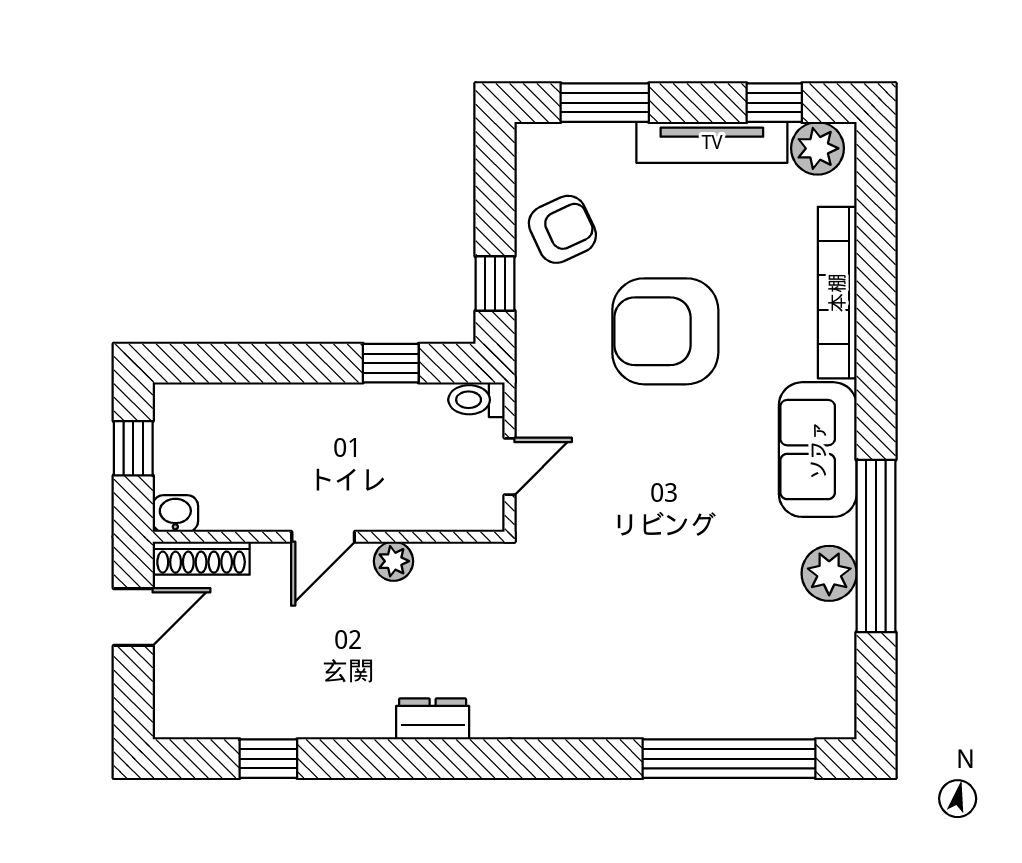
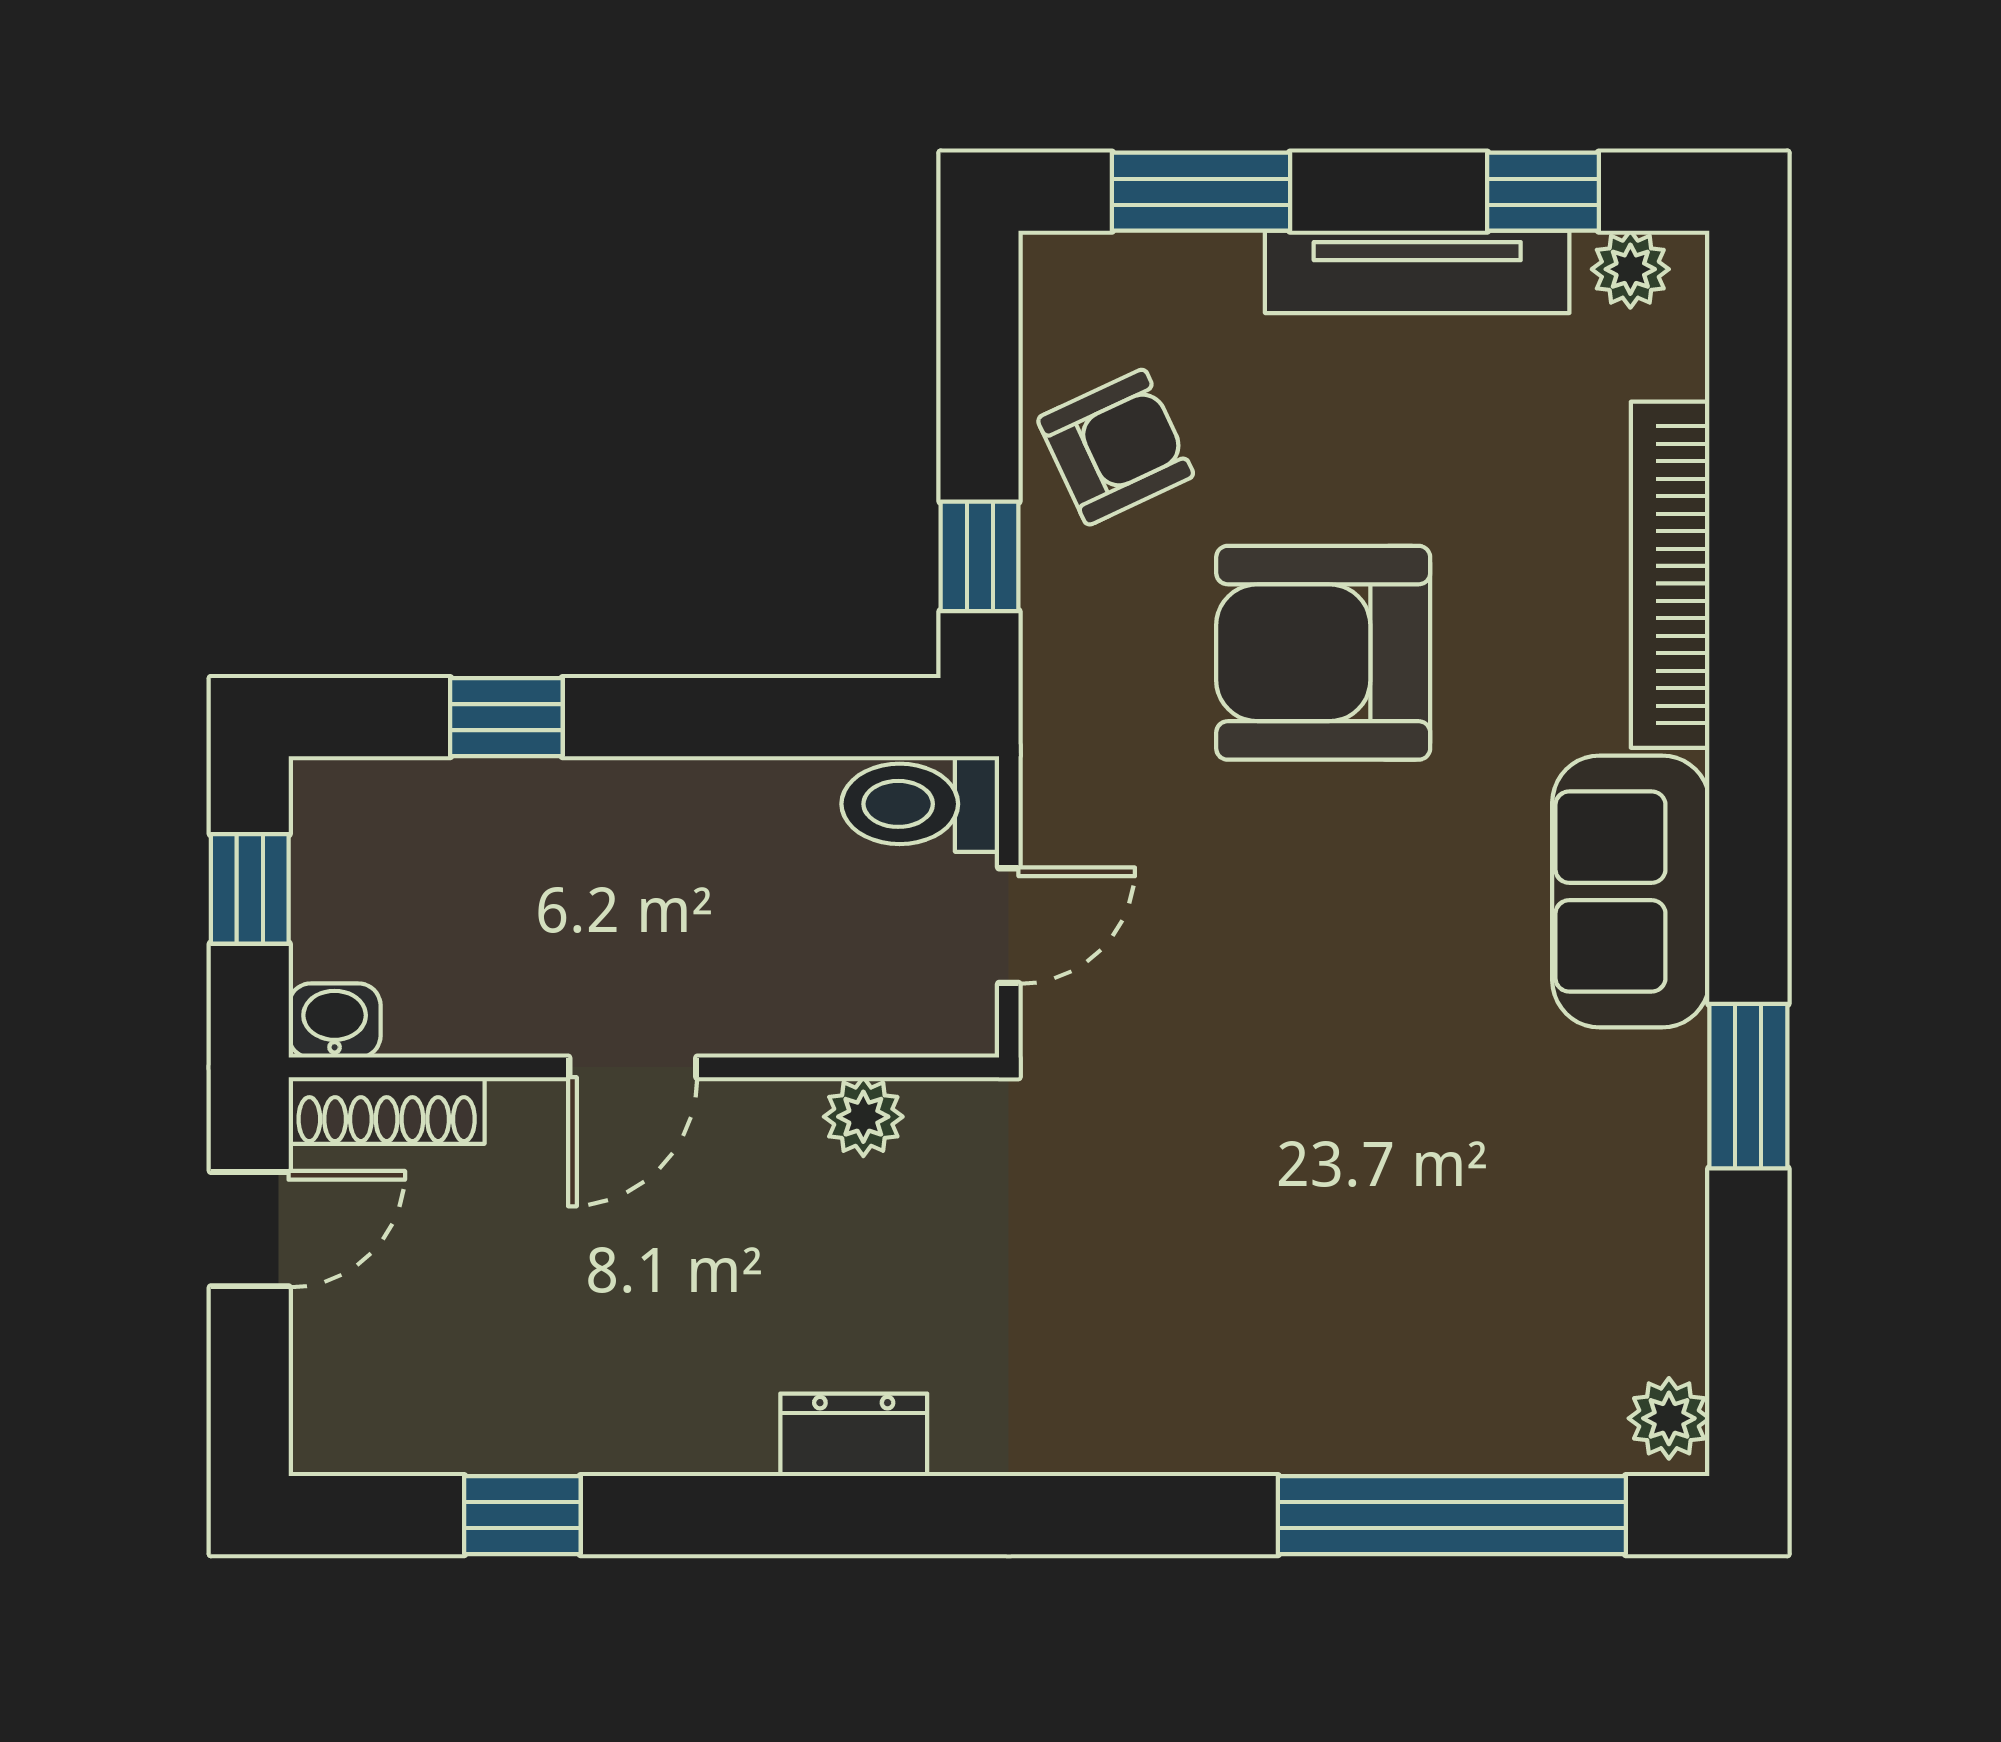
plant: (817, 148) -> (1630, 269), width x0.73, depth x0.73
window: (391, 363) -> (506, 717), moved
toilet: (476, 400) -> (920, 804), width x1.37, depth x1.39
window: (876, 546) -> (1748, 1086), width x0.47
plant: (394, 561) -> (863, 1117), moved
plant: (829, 573) -> (1669, 1418), moved, width x0.73, depth x0.73

